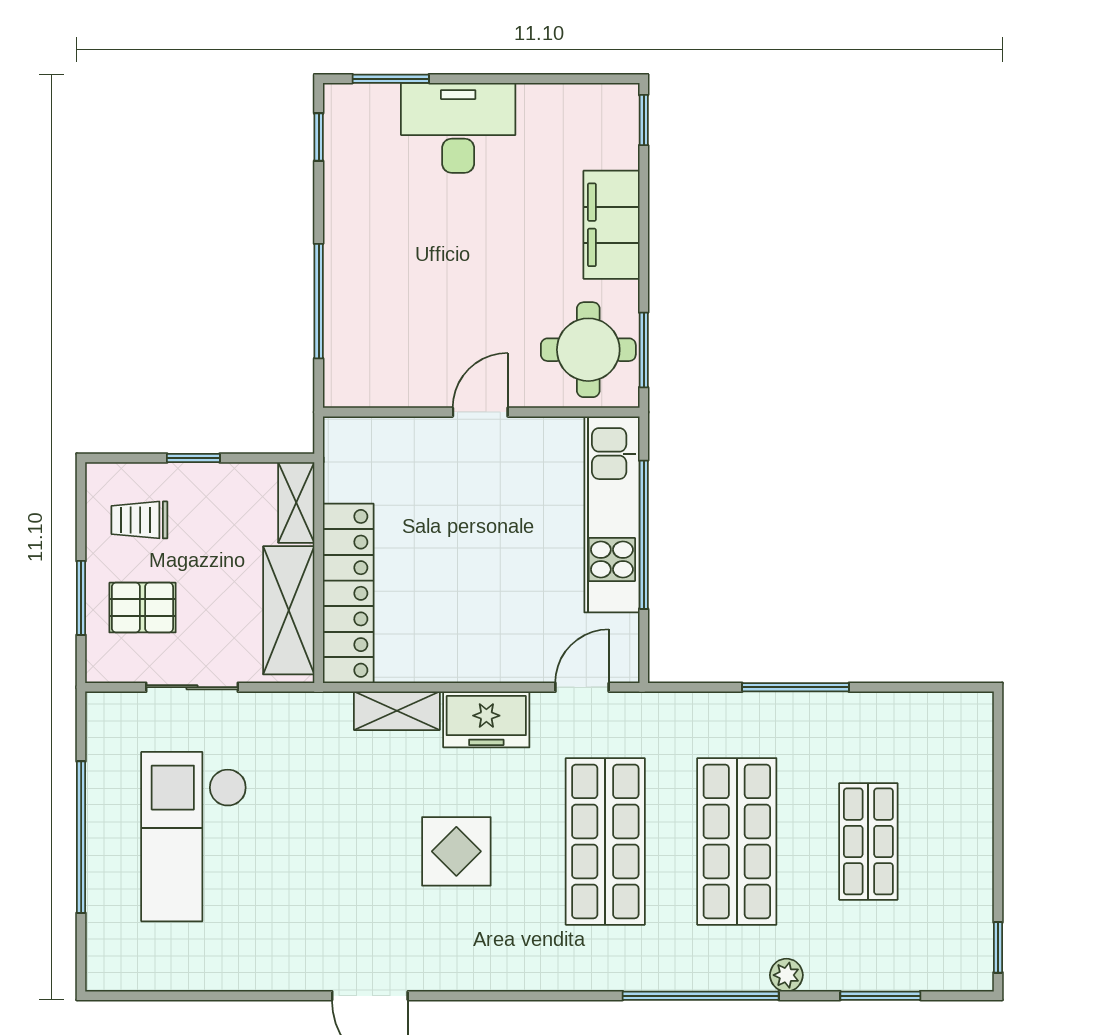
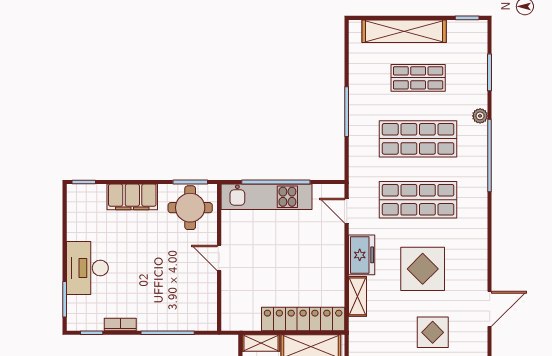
bookcase: (336, 199) -> (120, 324), added
shelving: (969, 811) -> (404, 31), added
display table: (456, 851) -> (423, 269), width x1.36, depth x1.36
display table: (319, 873) -> (433, 332), added

